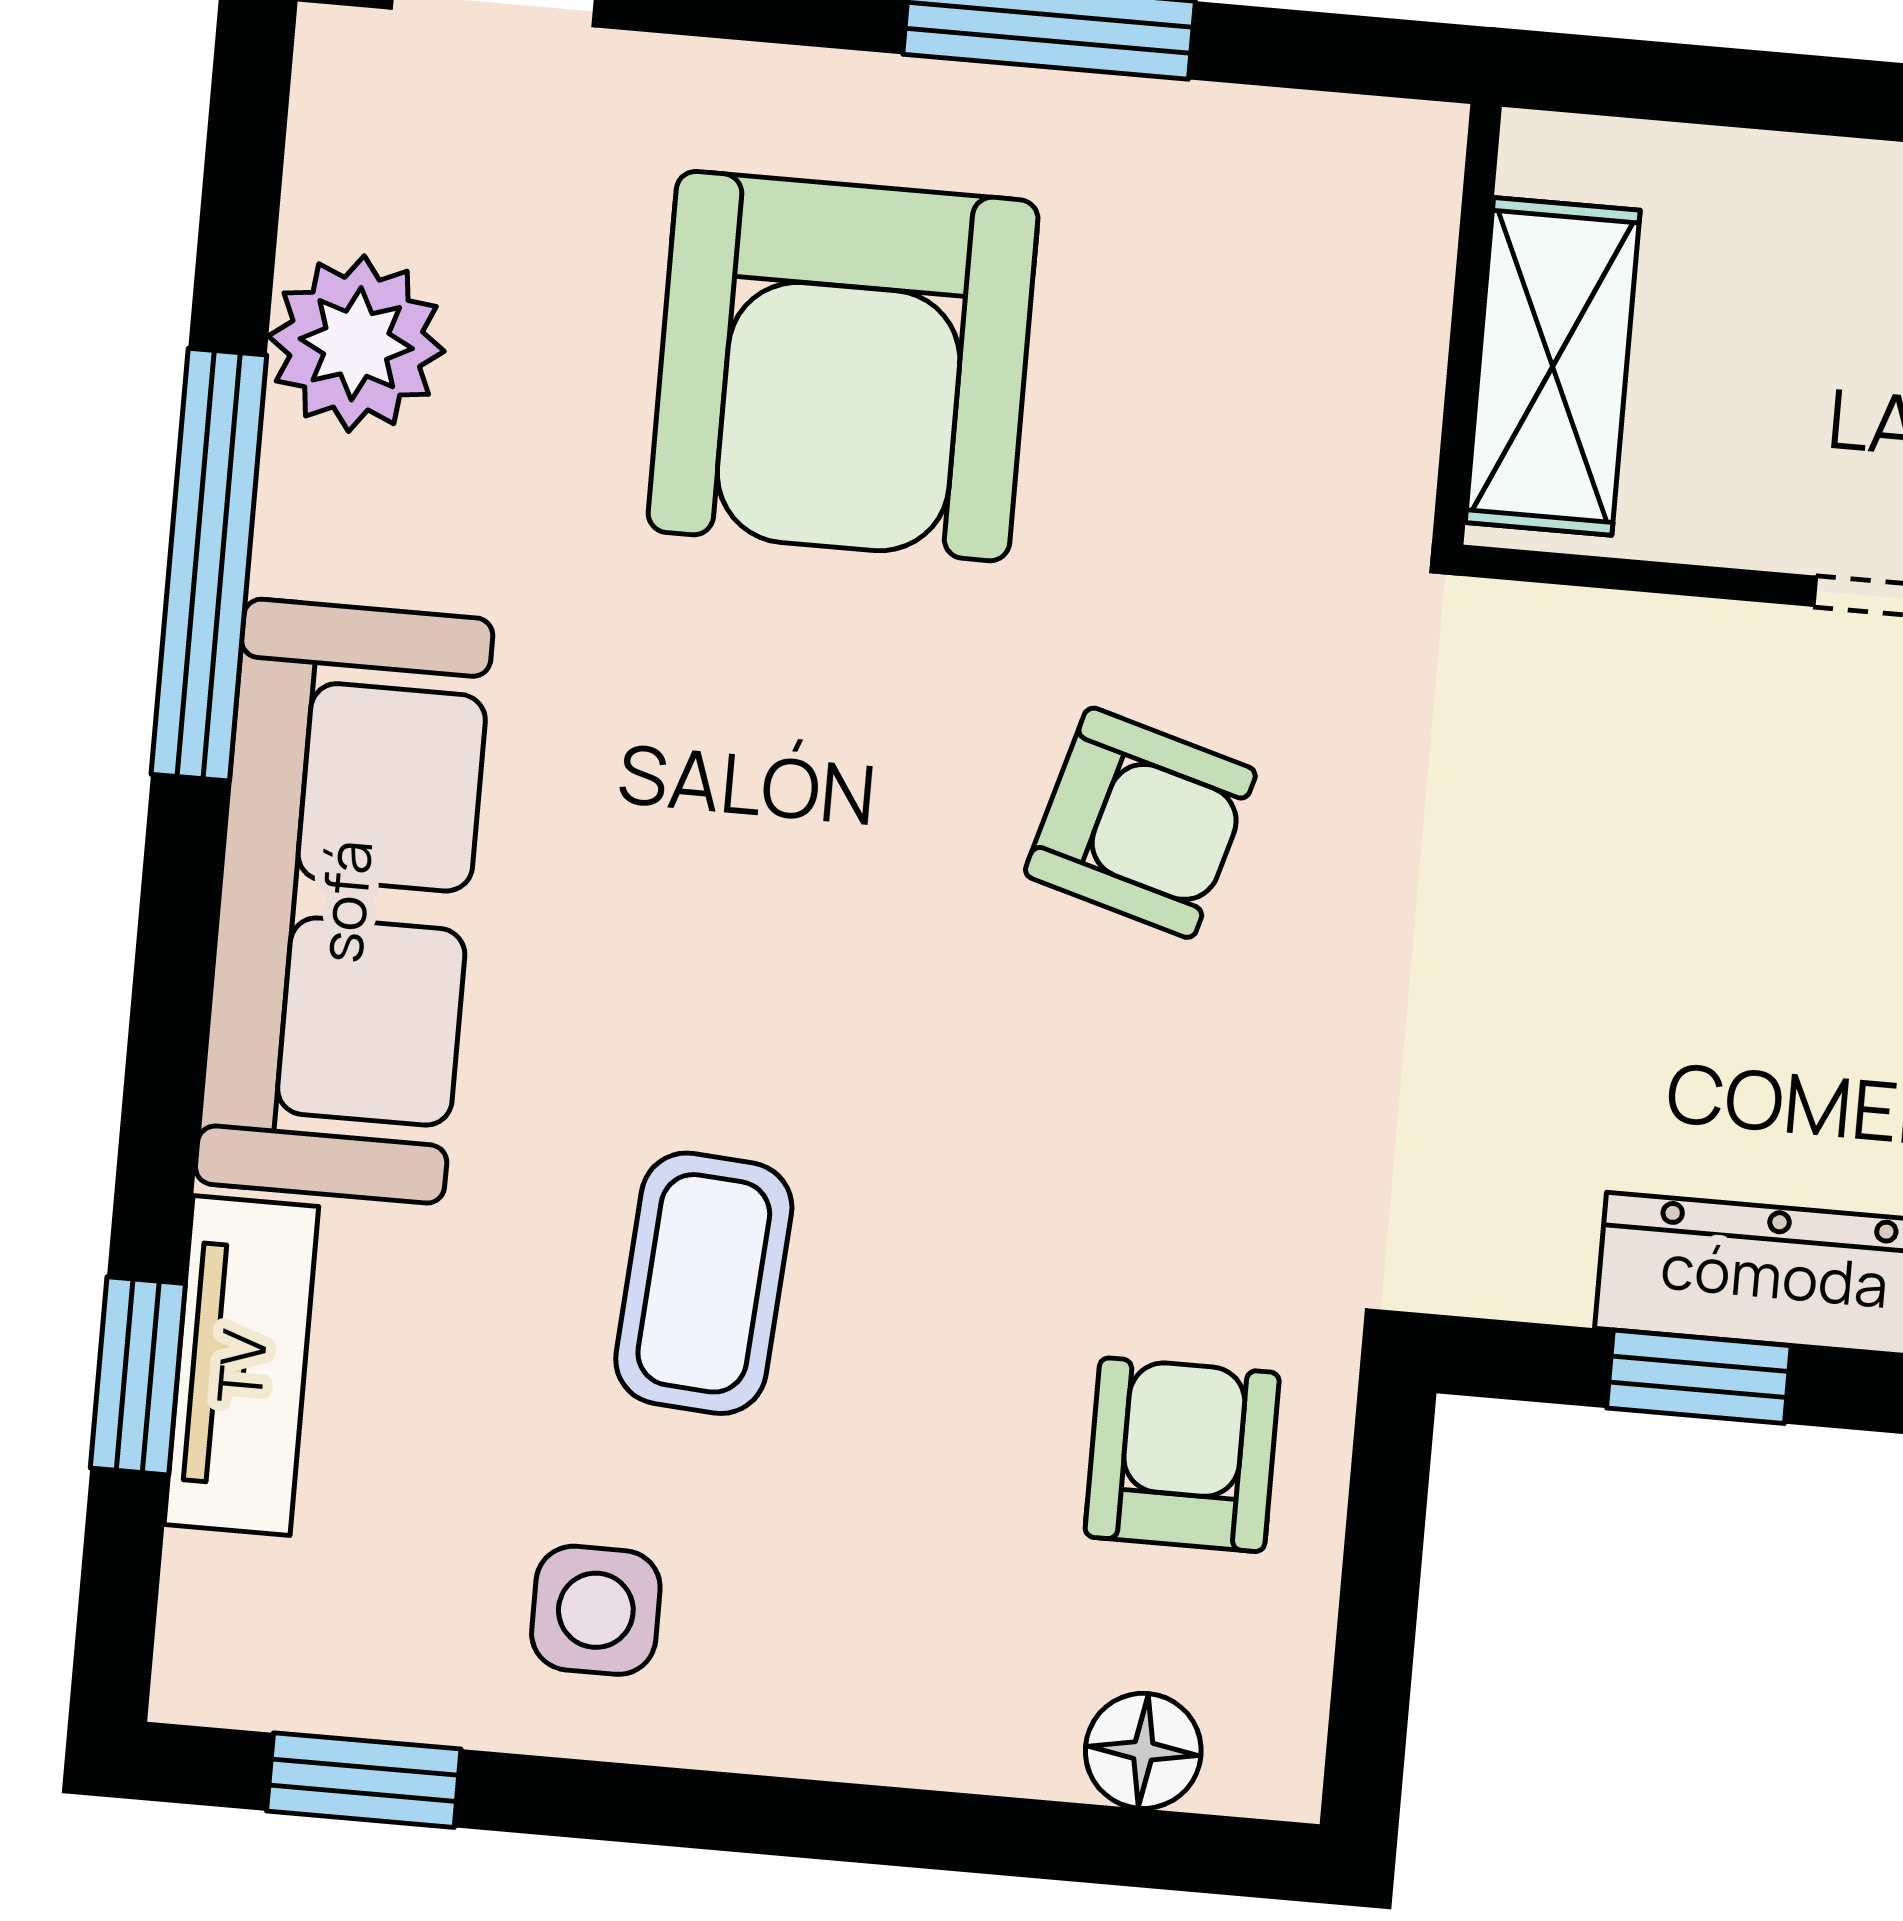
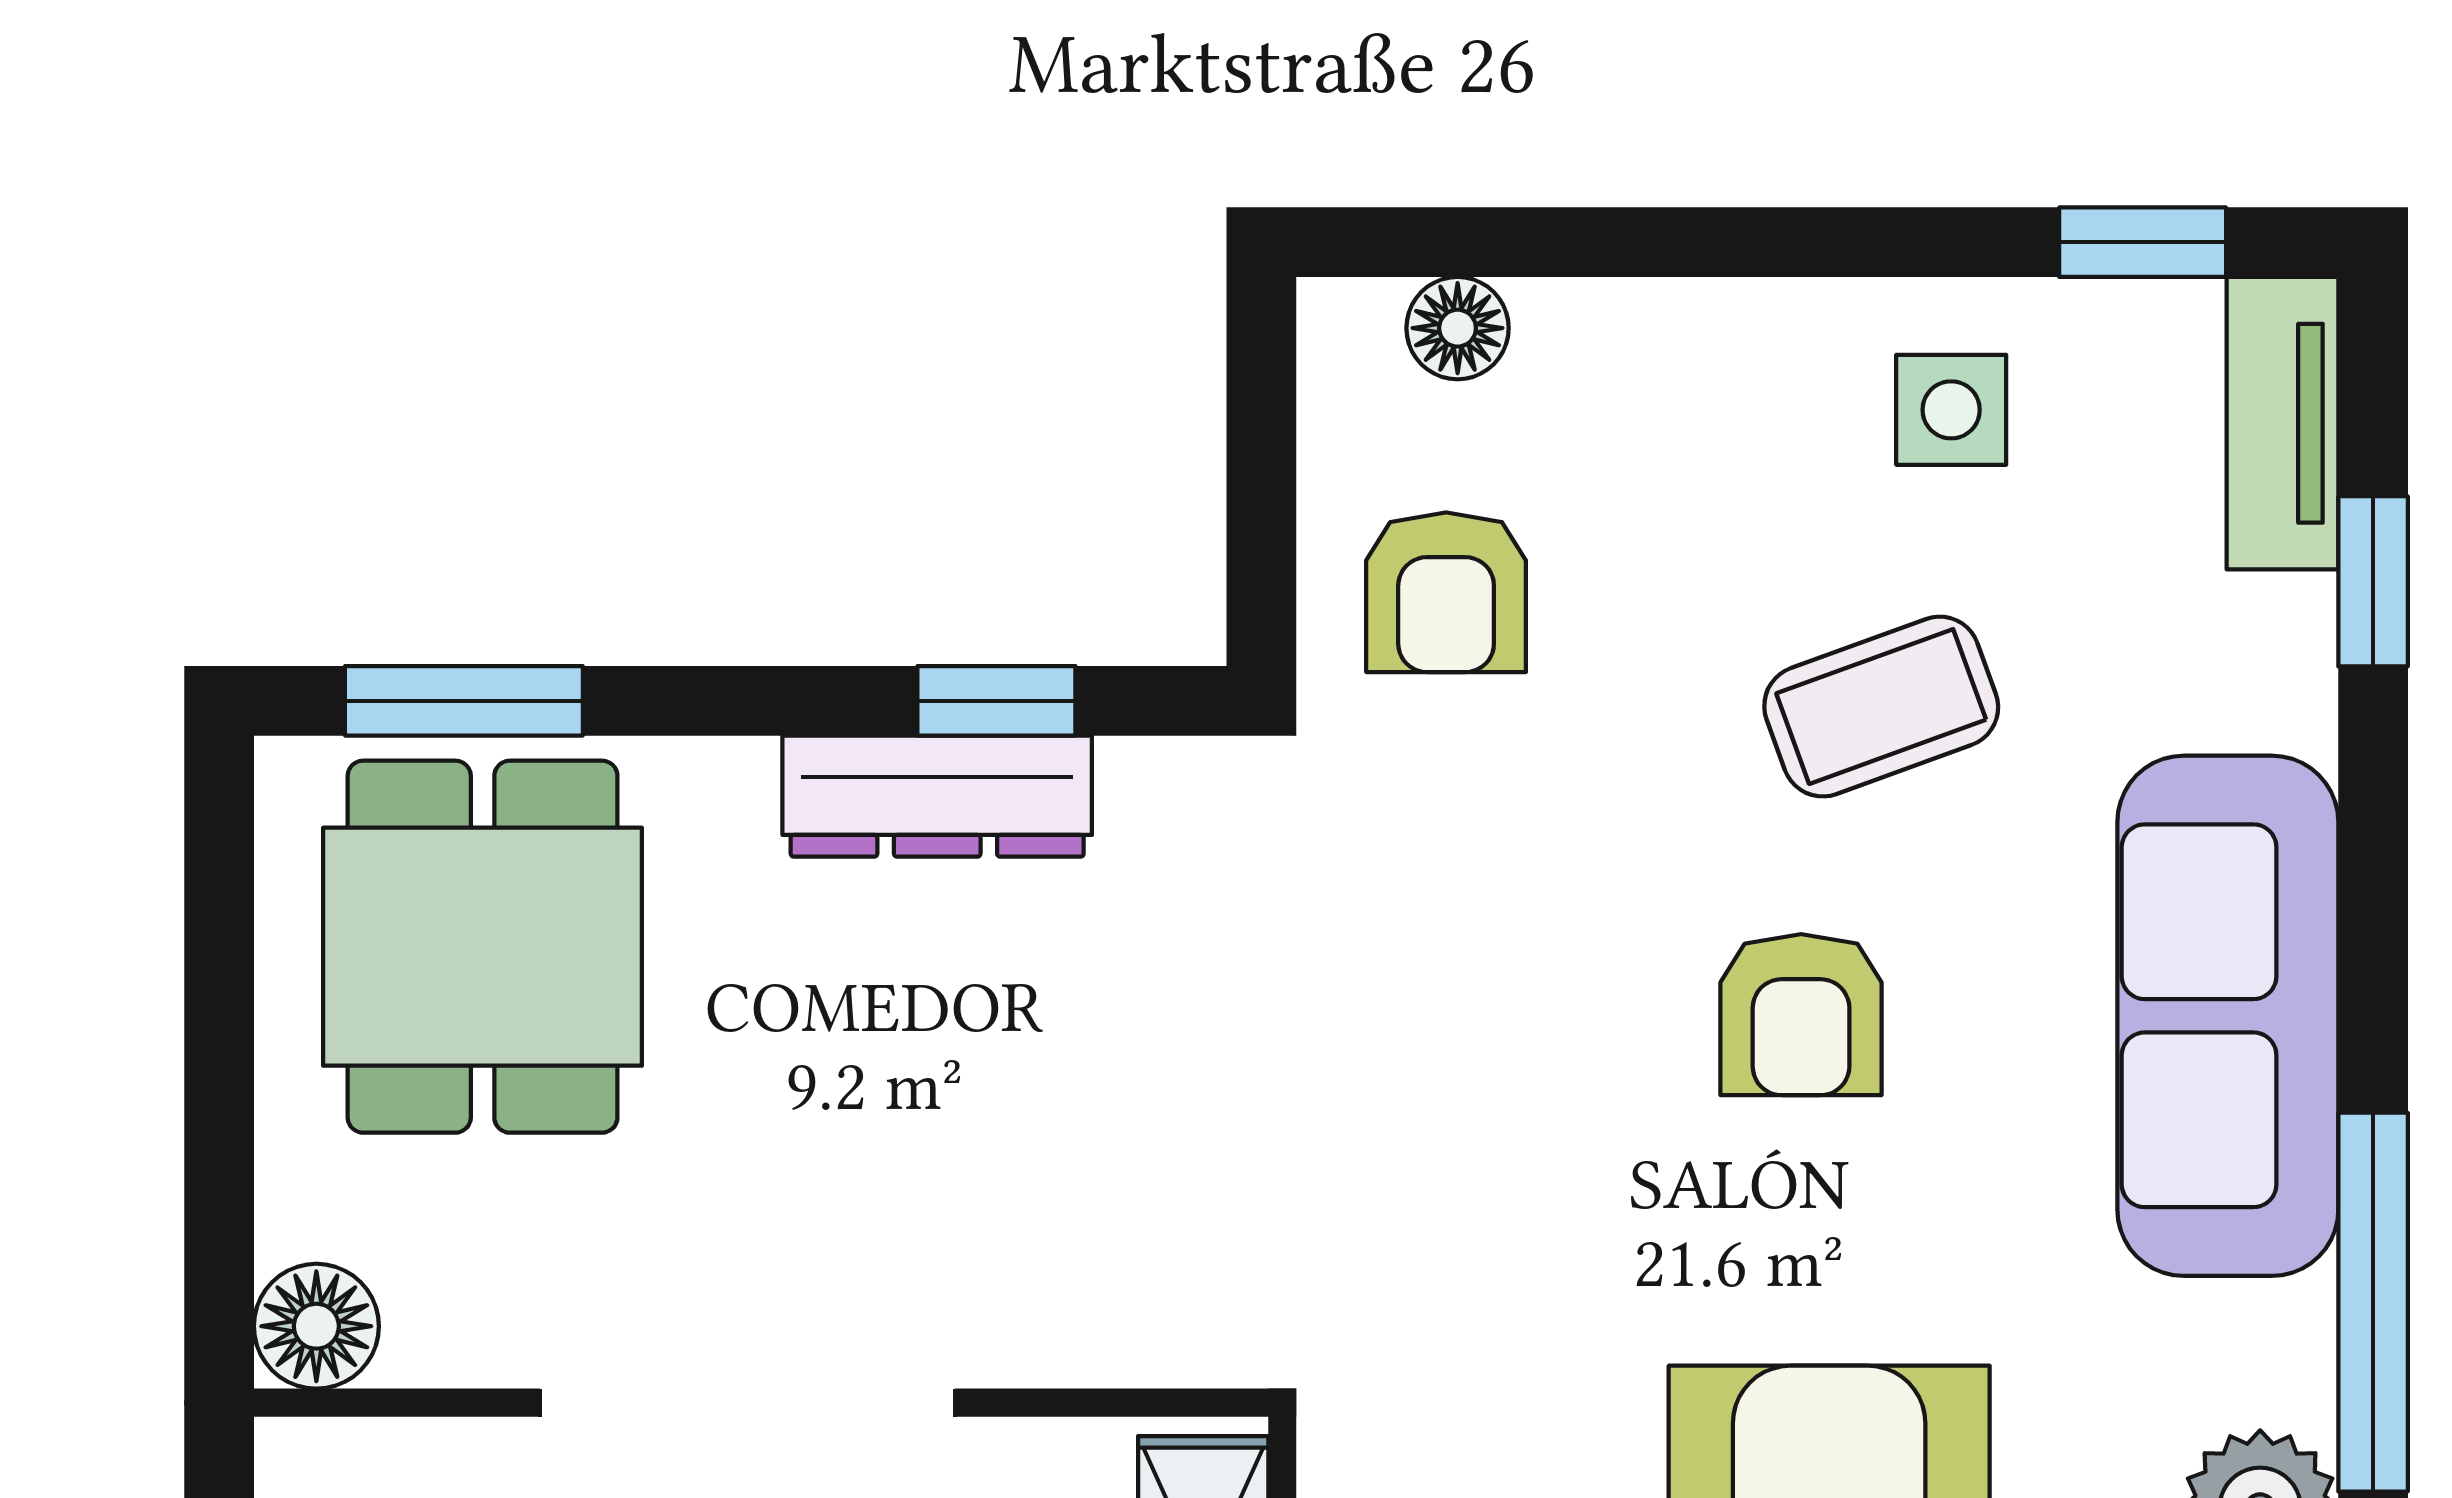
armchair: (1140, 823) -> (1801, 1015), moved, turned -106
coffee table: (704, 1283) -> (1881, 707), turned 66
tv unit: (241, 1366) -> (2283, 423), moved

